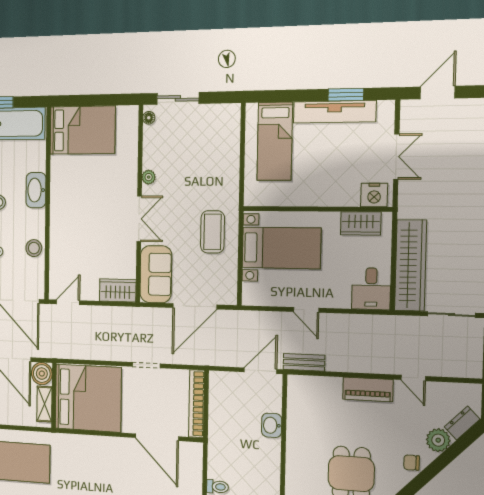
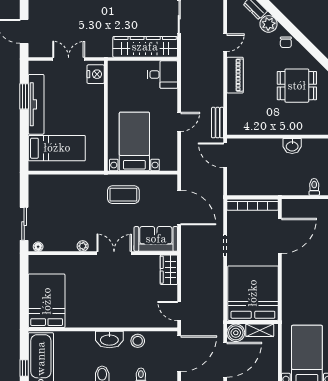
washbasin: (36, 190) -> (109, 340), moved
wardrobe: (361, 223) -> (116, 83), removed
washbasin: (272, 425) -> (292, 146), moved

